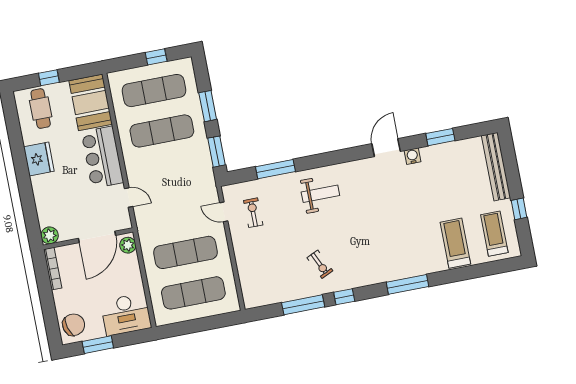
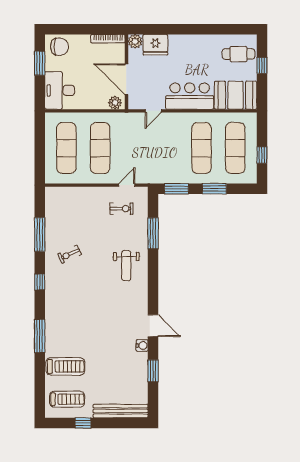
fridge: (39, 159) -> (155, 45), moved
window: (407, 284) -> (40, 336), moved
window: (344, 297) -> (40, 282), moved
chair: (74, 325) -> (60, 47), turned -74

